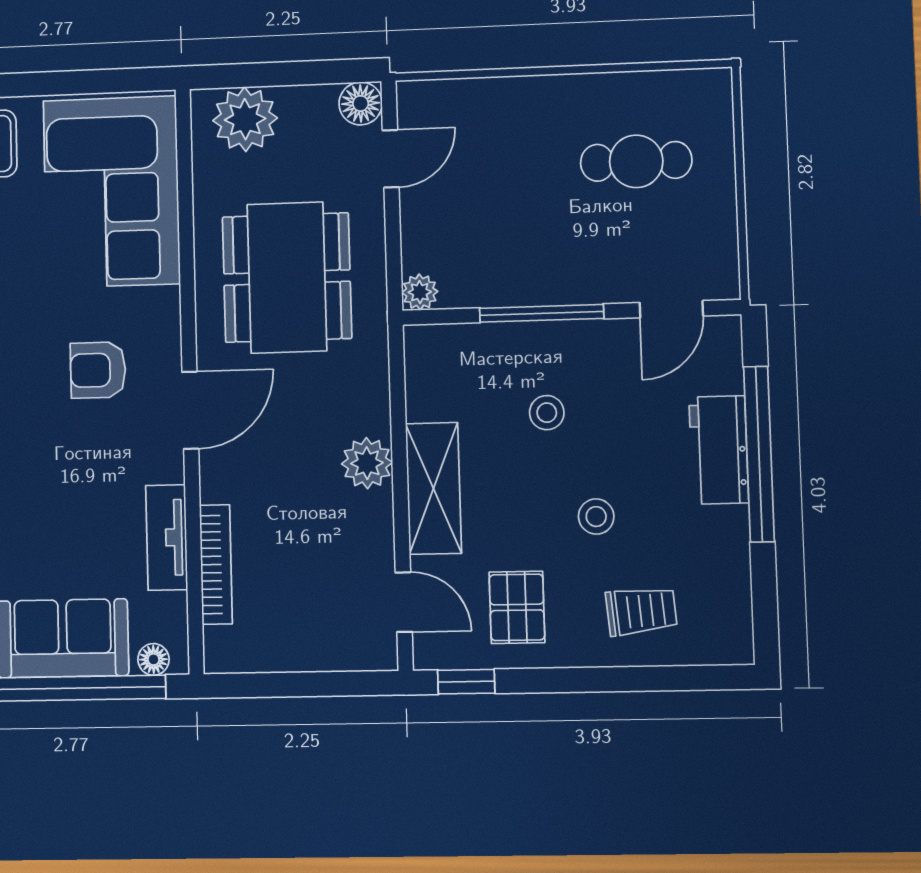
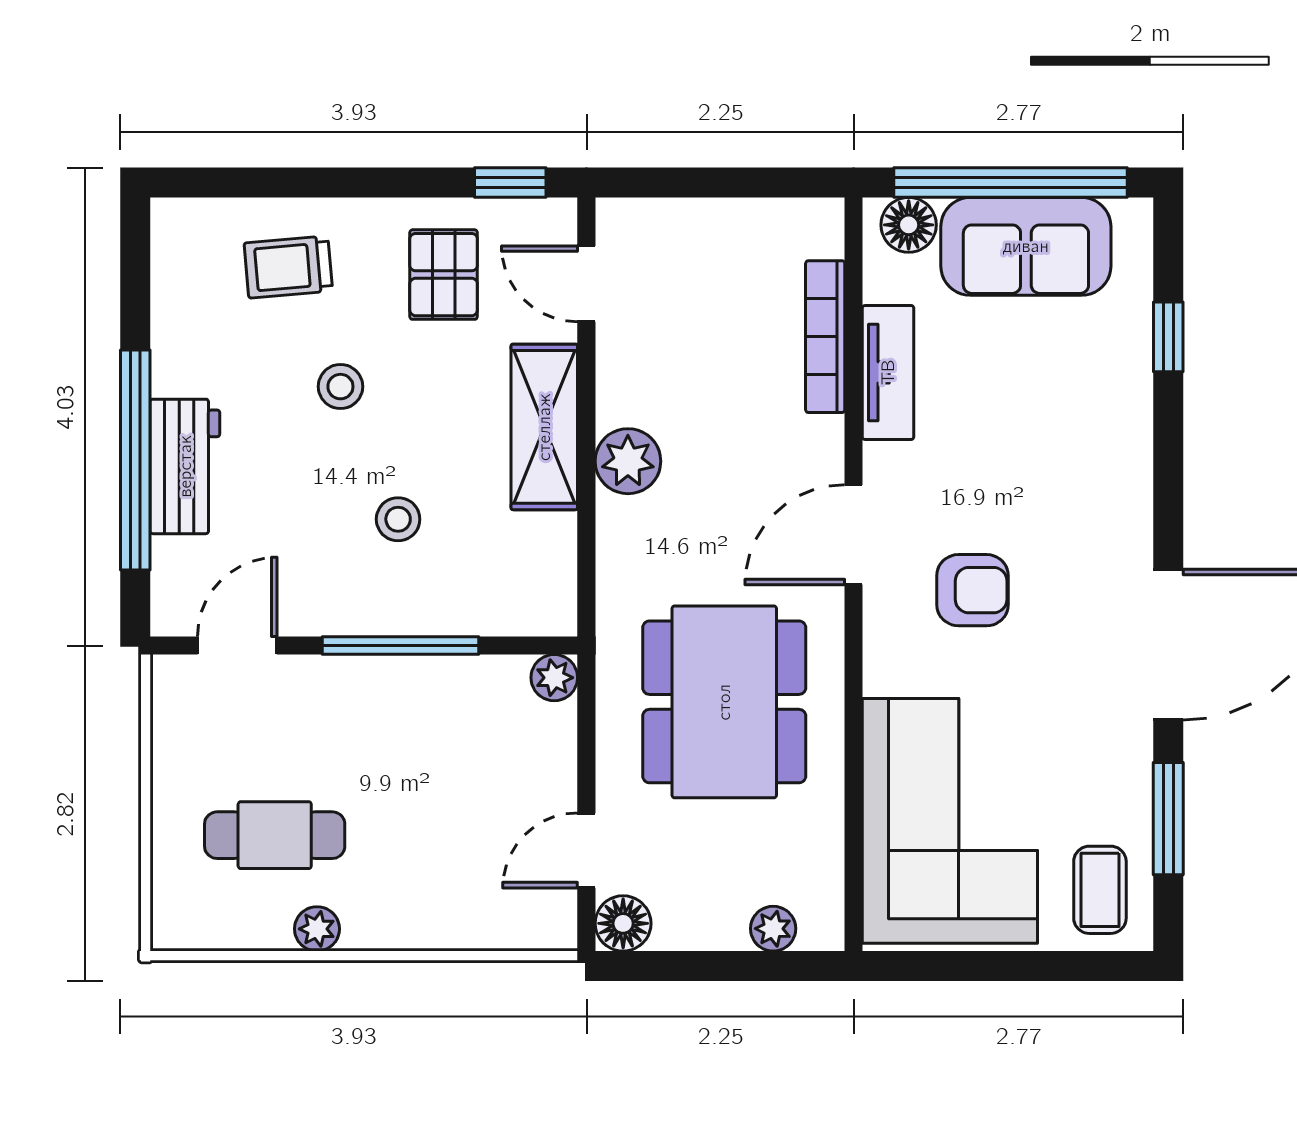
plant: (600, 90) -> (317, 929), added
plant: (245, 119) -> (773, 929), width x0.53, depth x0.53
floor lamp: (153, 659) -> (909, 225), width x1.37, depth x1.37

